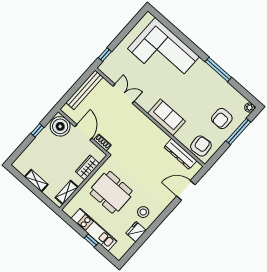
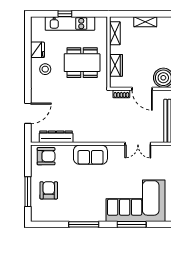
window: (182, 37) -> (132, 224), added
plant: (250, 108) -> (35, 217), removed
armchair: (201, 146) -> (46, 156), turned -84

